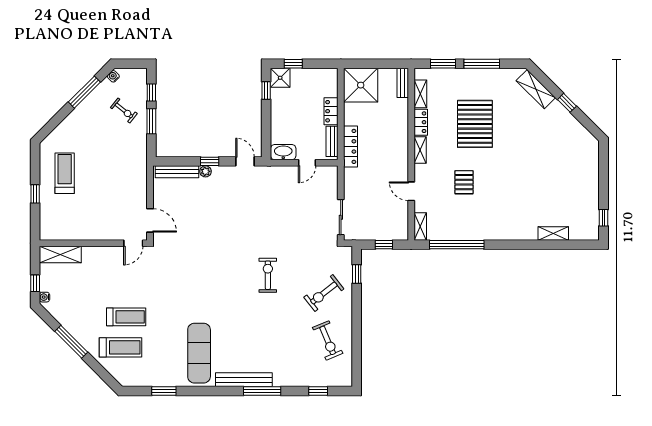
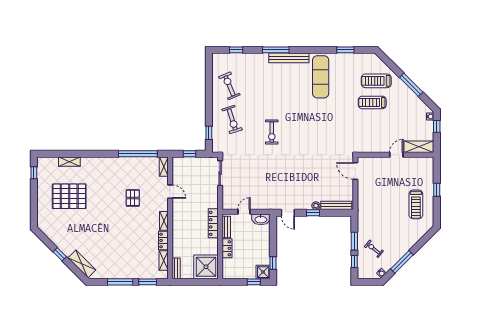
pallet: (475, 124) -> (69, 196), moved, turned 90
door: (133, 243) -> (396, 155), moved
exercise bike: (324, 293) -> (232, 119), turned 110

